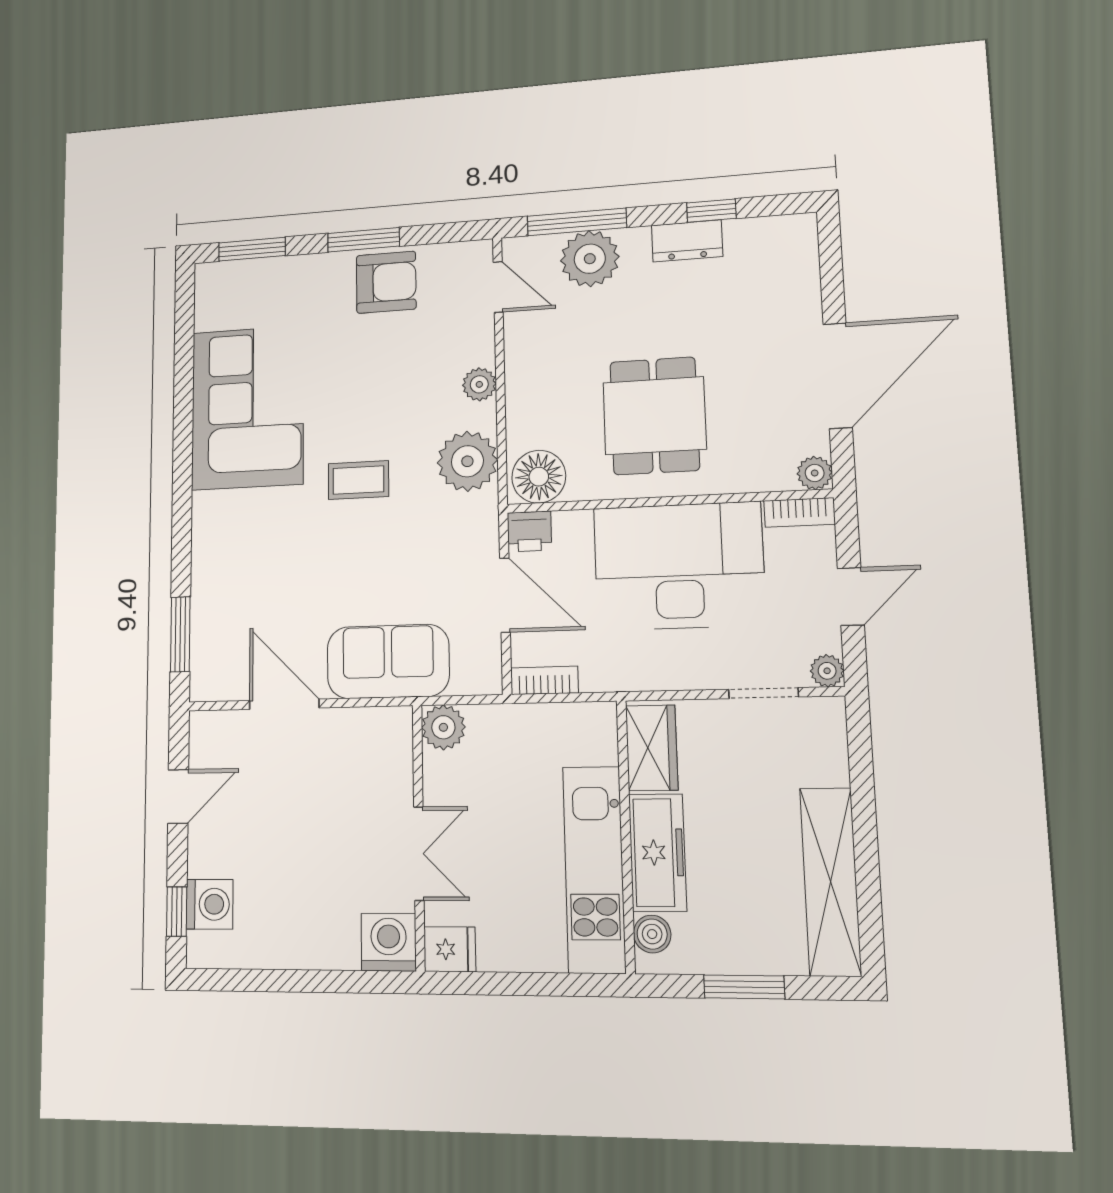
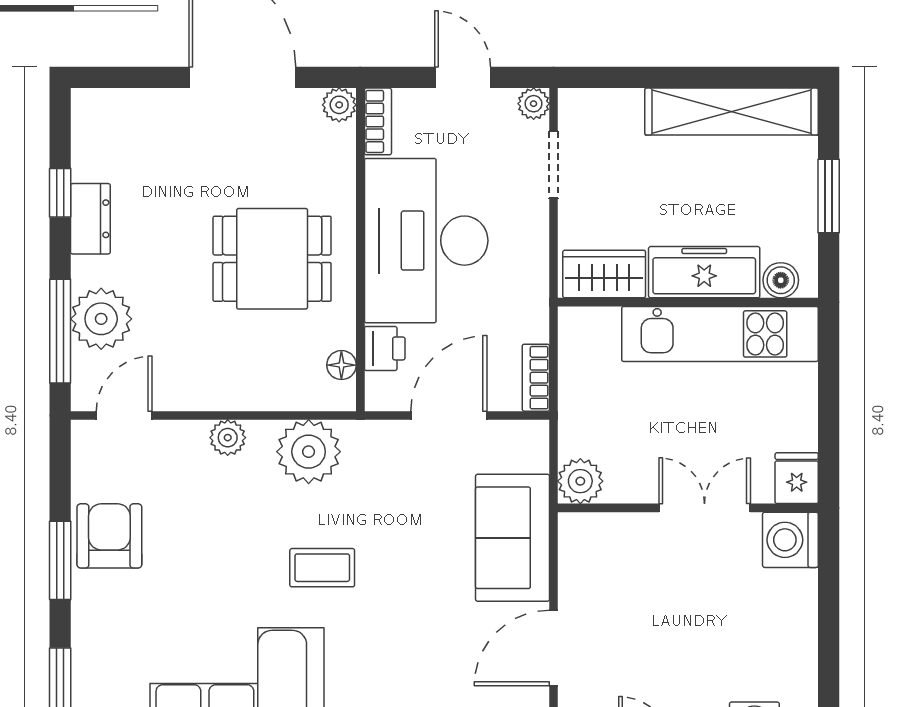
floor lamp: (539, 477) -> (341, 365), width x0.53, depth x0.53
coffee table: (358, 480) -> (322, 568), turned 90
printer: (529, 531) -> (385, 348), moved

